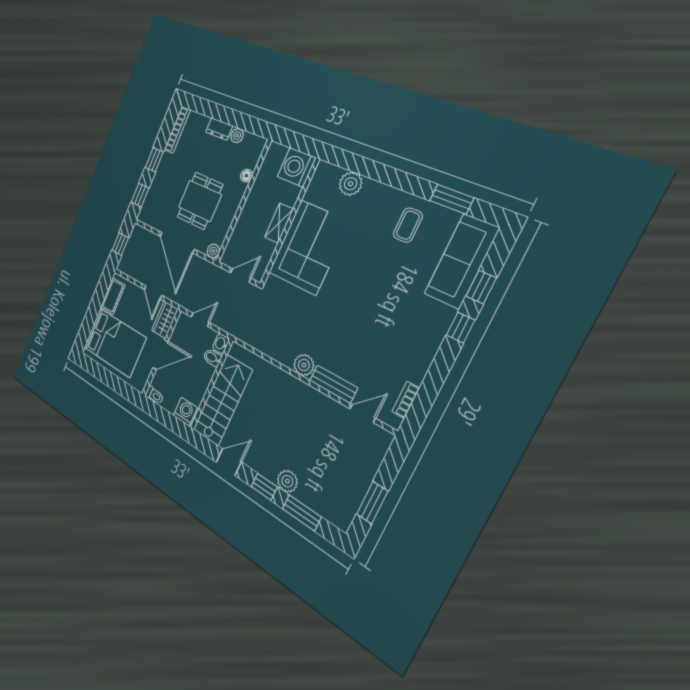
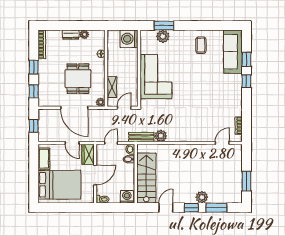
window: (452, 199) -> (164, 26), moved
shelving: (279, 223) -> (112, 87), moved
plant: (304, 365) -> (161, 136), moved
bench: (334, 384) -> (141, 137), moved

